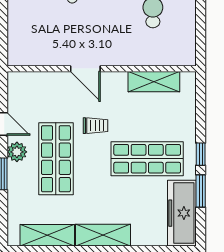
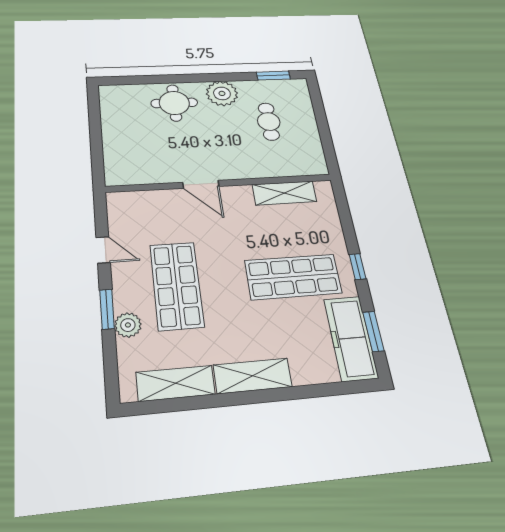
trolley: (96, 126) -> (222, 244), removed
plant: (17, 152) -> (128, 325), moved
window: (201, 191) -> (373, 331), moved

